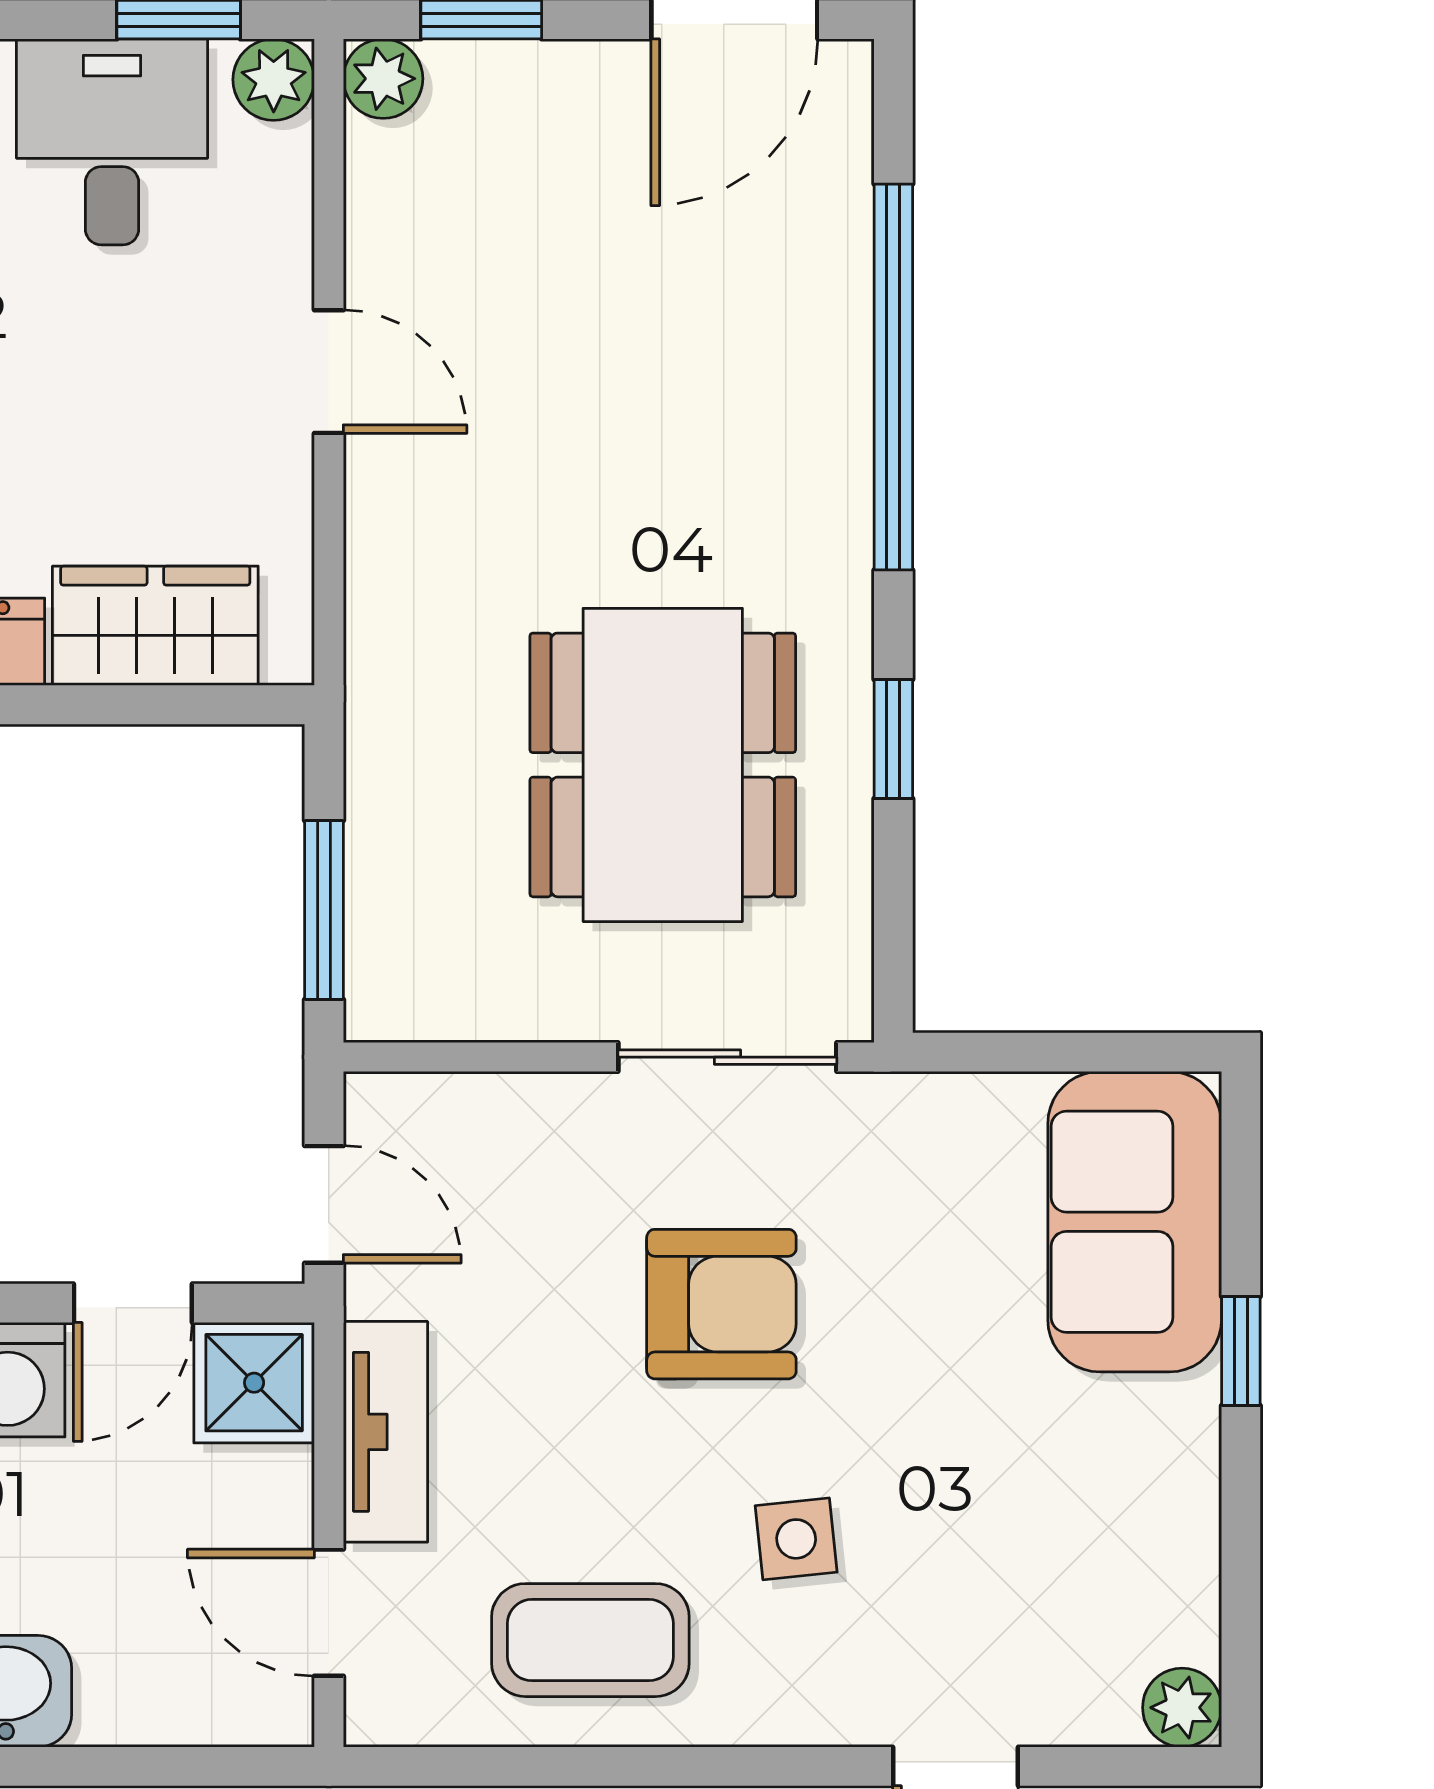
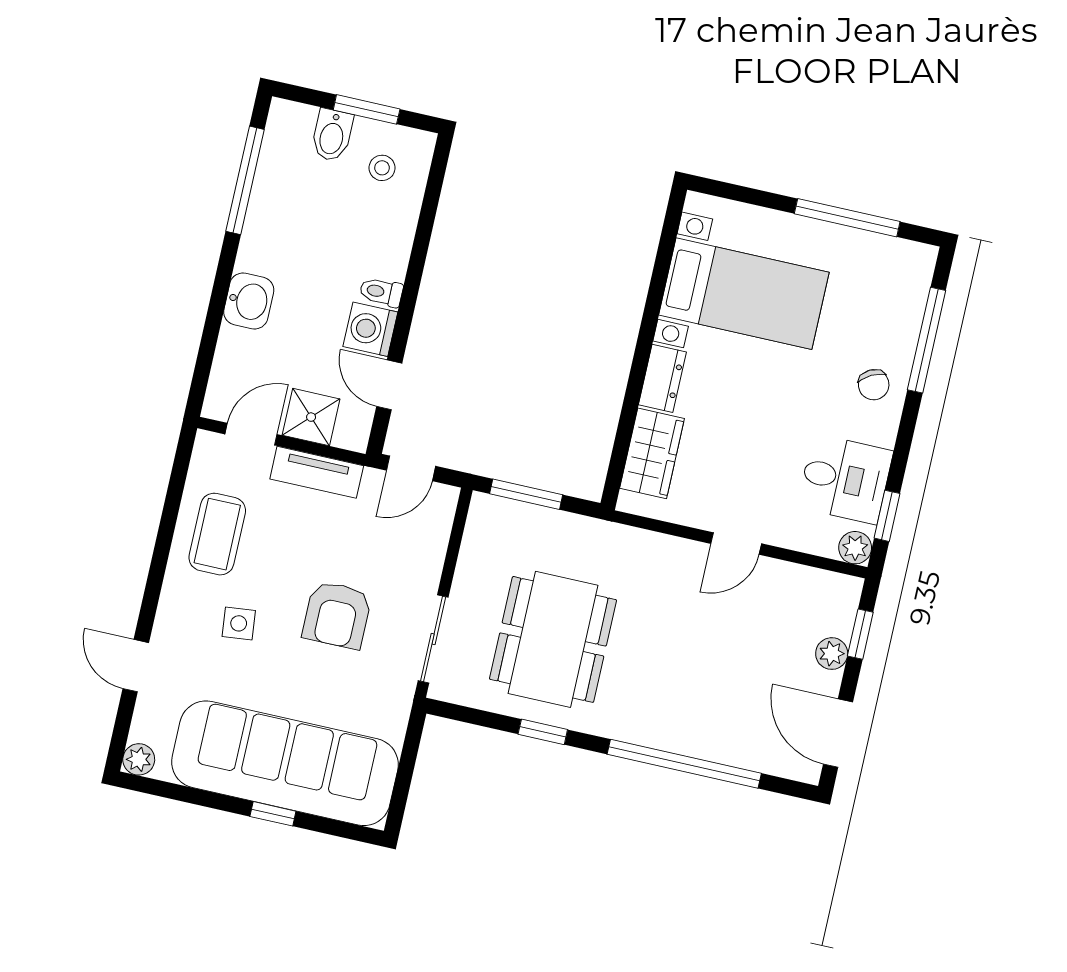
plant: (383, 79) -> (832, 654), moved
dining table: (663, 765) -> (553, 639), turned 90
sofa: (1135, 1222) -> (285, 763), width x1.85, depth x1.27
shower: (254, 1383) -> (311, 417), moved

